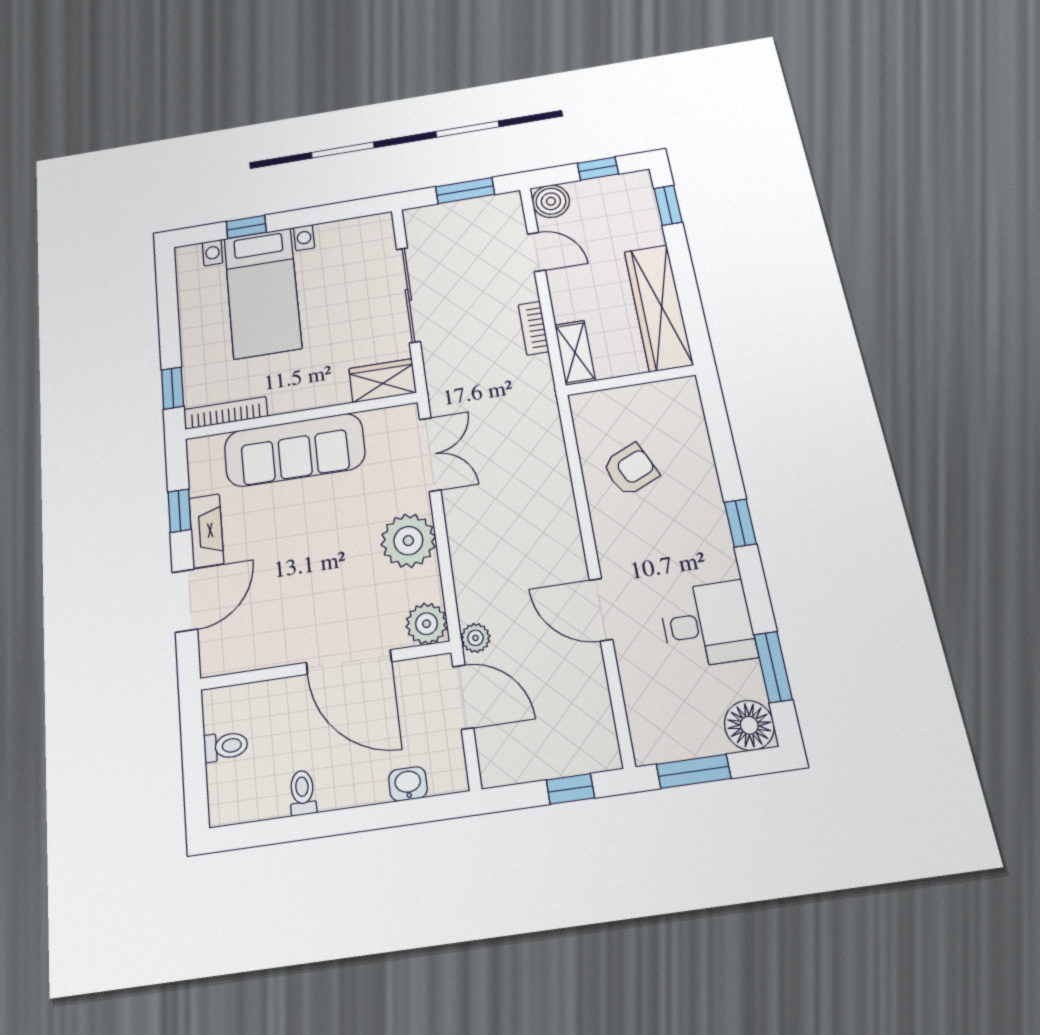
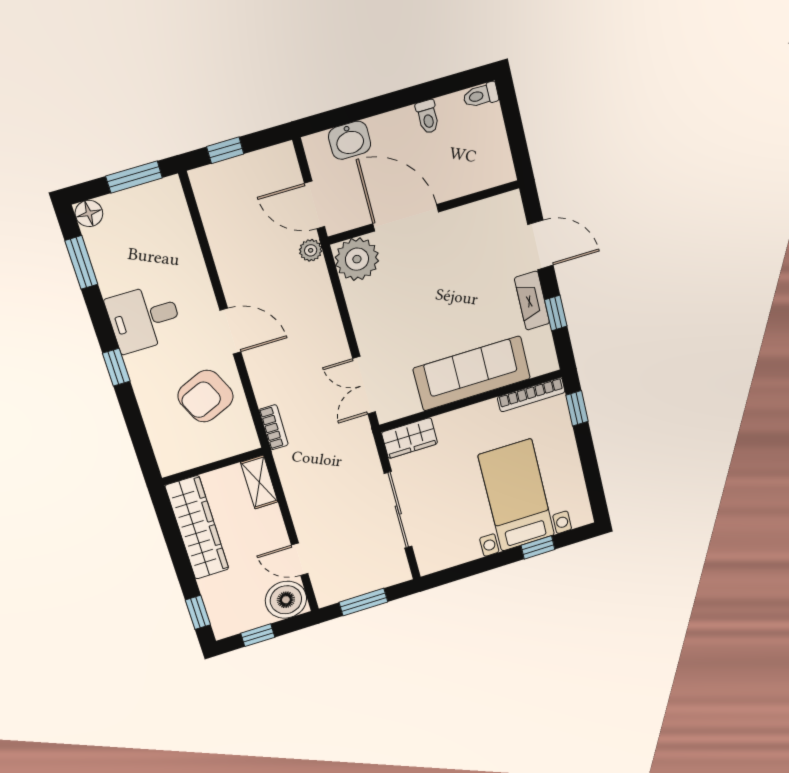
boiler: (551, 201) -> (286, 600), width x1.37, depth x1.37
bookcase: (533, 328) -> (274, 427), moved
armchair: (630, 470) -> (205, 396), width x1.38, depth x1.38
plant: (408, 541) -> (372, 316), removed
door: (185, 601) -> (540, 245), swing flipped
door: (601, 610) -> (230, 331), moved
plant: (426, 624) -> (357, 259), width x1.36, depth x1.36
desk: (707, 624) -> (144, 318), moved
floor lamp: (749, 725) -> (89, 213), width x0.73, depth x0.73
toilet: (226, 746) -> (481, 95), moved
washbasin: (408, 784) -> (350, 140), width x1.38, depth x1.45

